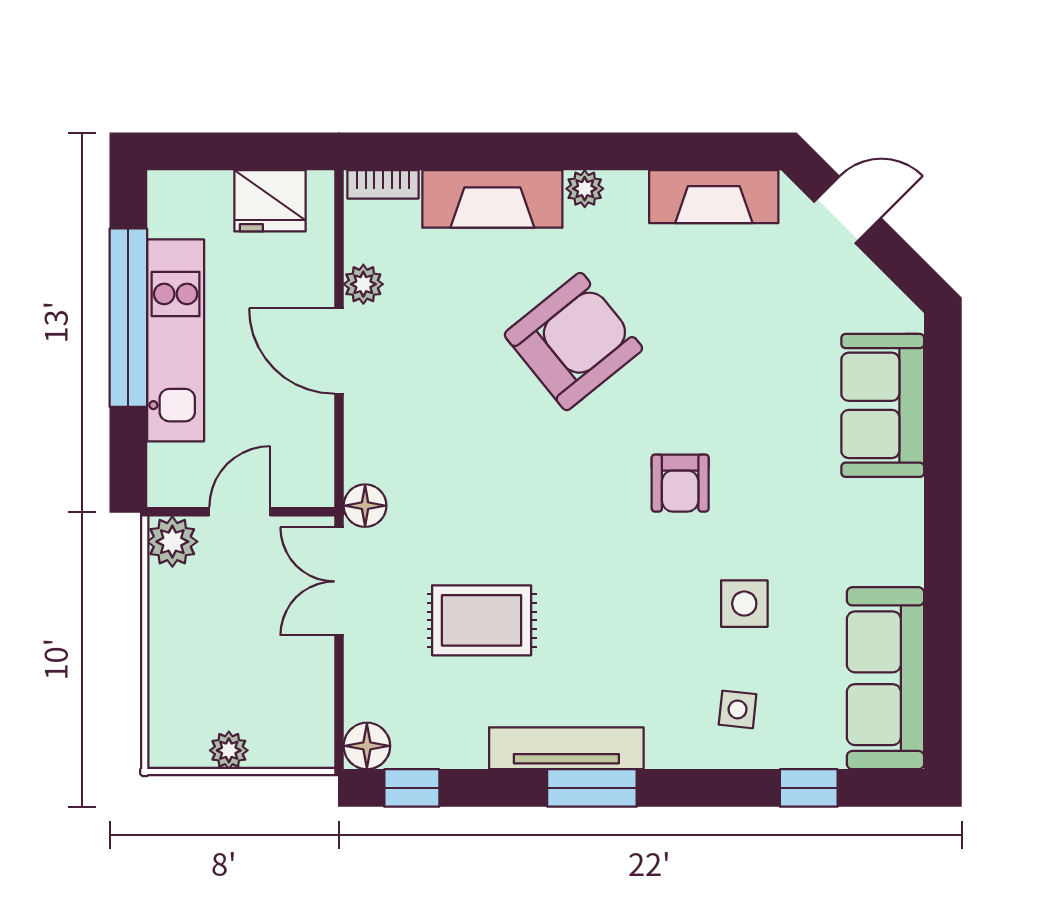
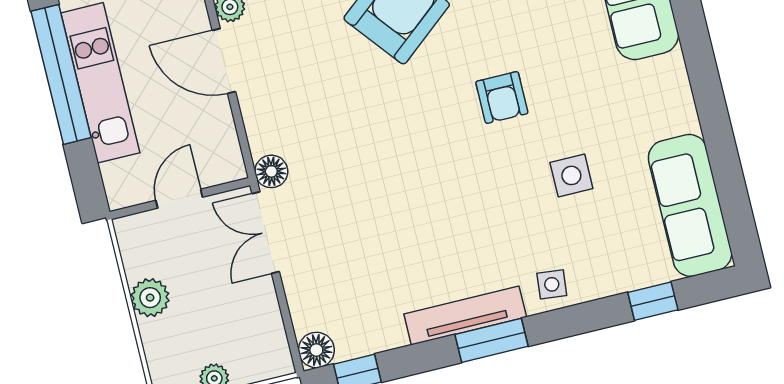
plant: (172, 542) -> (150, 298), moved
rug: (482, 620) -> (379, 236), removed
side table: (738, 709) -> (552, 284), moved

